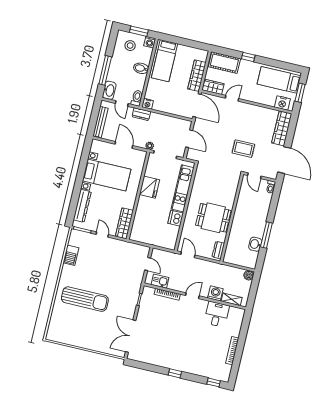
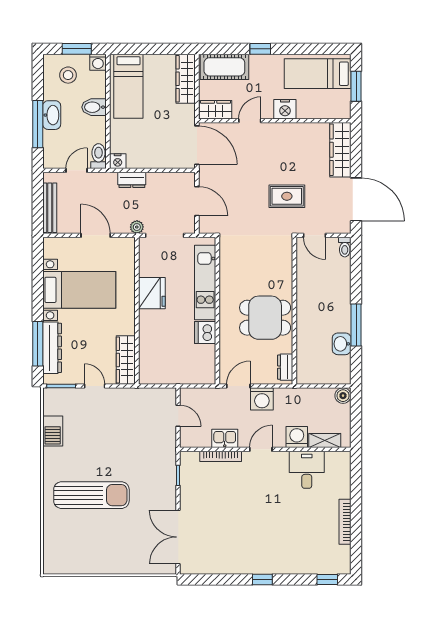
wardrobe: (197, 76) -> (186, 79), moved
washbasin: (109, 90) -> (52, 115), moved
nightstand: (282, 103) -> (285, 109), moved
door: (122, 104) -> (77, 170), swing flipped
dresser: (141, 114) -> (132, 180), moved
window: (74, 201) -> (38, 344), added
door: (188, 255) -> (238, 386), hinge flipped
washing machine: (200, 266) -> (262, 399), added
kitchen sink: (160, 281) -> (225, 438), moved

